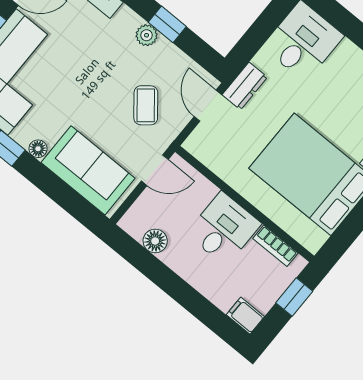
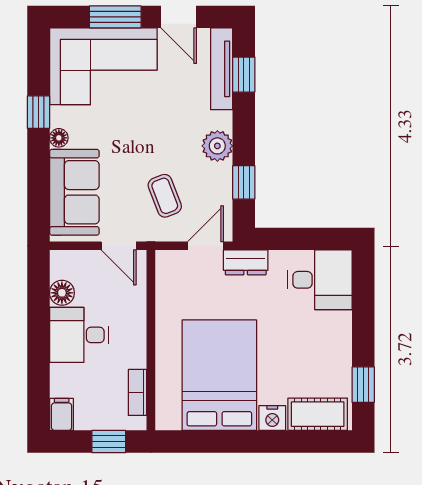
window: (167, 24) -> (244, 182), moved
plant: (147, 35) -> (217, 146), width x1.38, depth x1.38
coffee table: (146, 105) -> (165, 196), turned -72
desk: (224, 229) -> (79, 335), moved, turned 180

